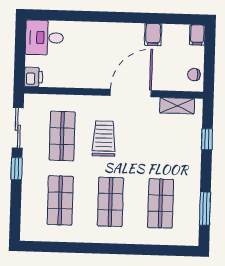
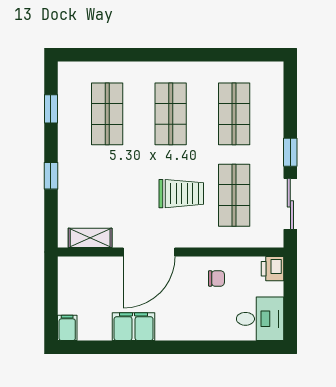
filing cabinet: (153, 35) -> (134, 327), width x2.00
chair: (194, 75) -> (216, 278), moved
trolley: (104, 139) -> (181, 194), turned -90
window: (207, 139) -> (51, 176), moved
window: (205, 209) -> (51, 109), width x0.67

